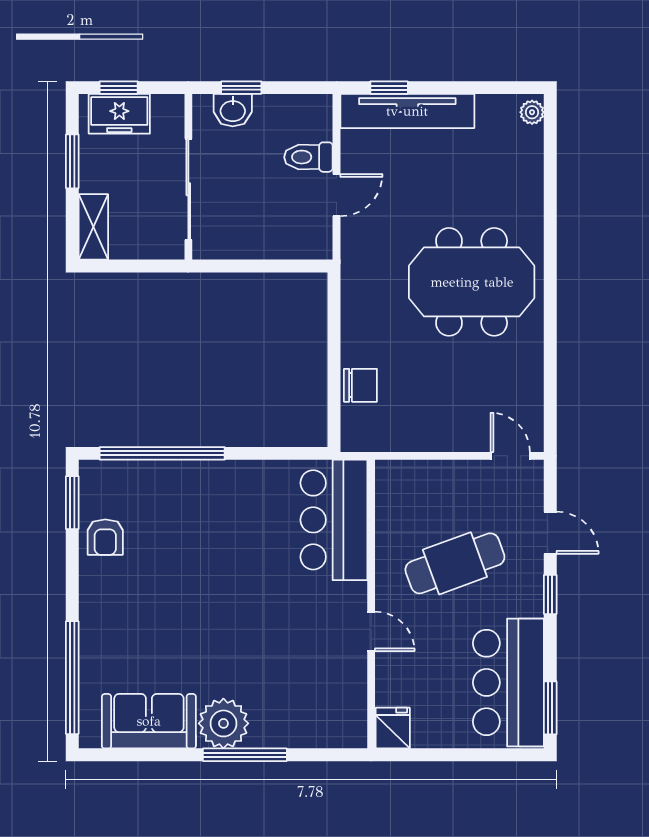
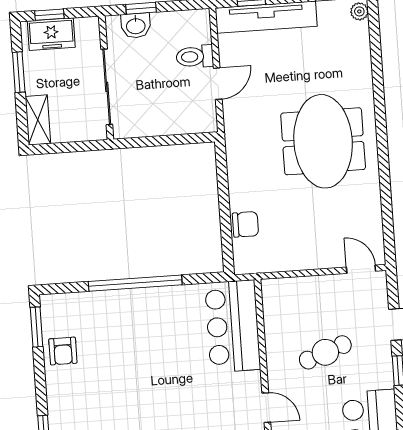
meeting table: (472, 282) -> (323, 141), turned 90
window: (162, 453) -> (135, 283), moved
cafe table: (455, 563) -> (325, 352), width x0.73, depth x0.74

